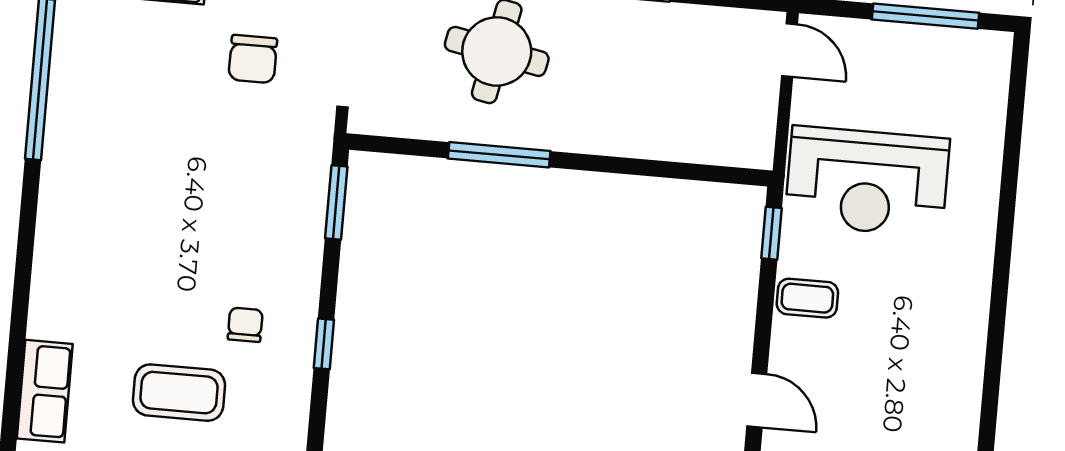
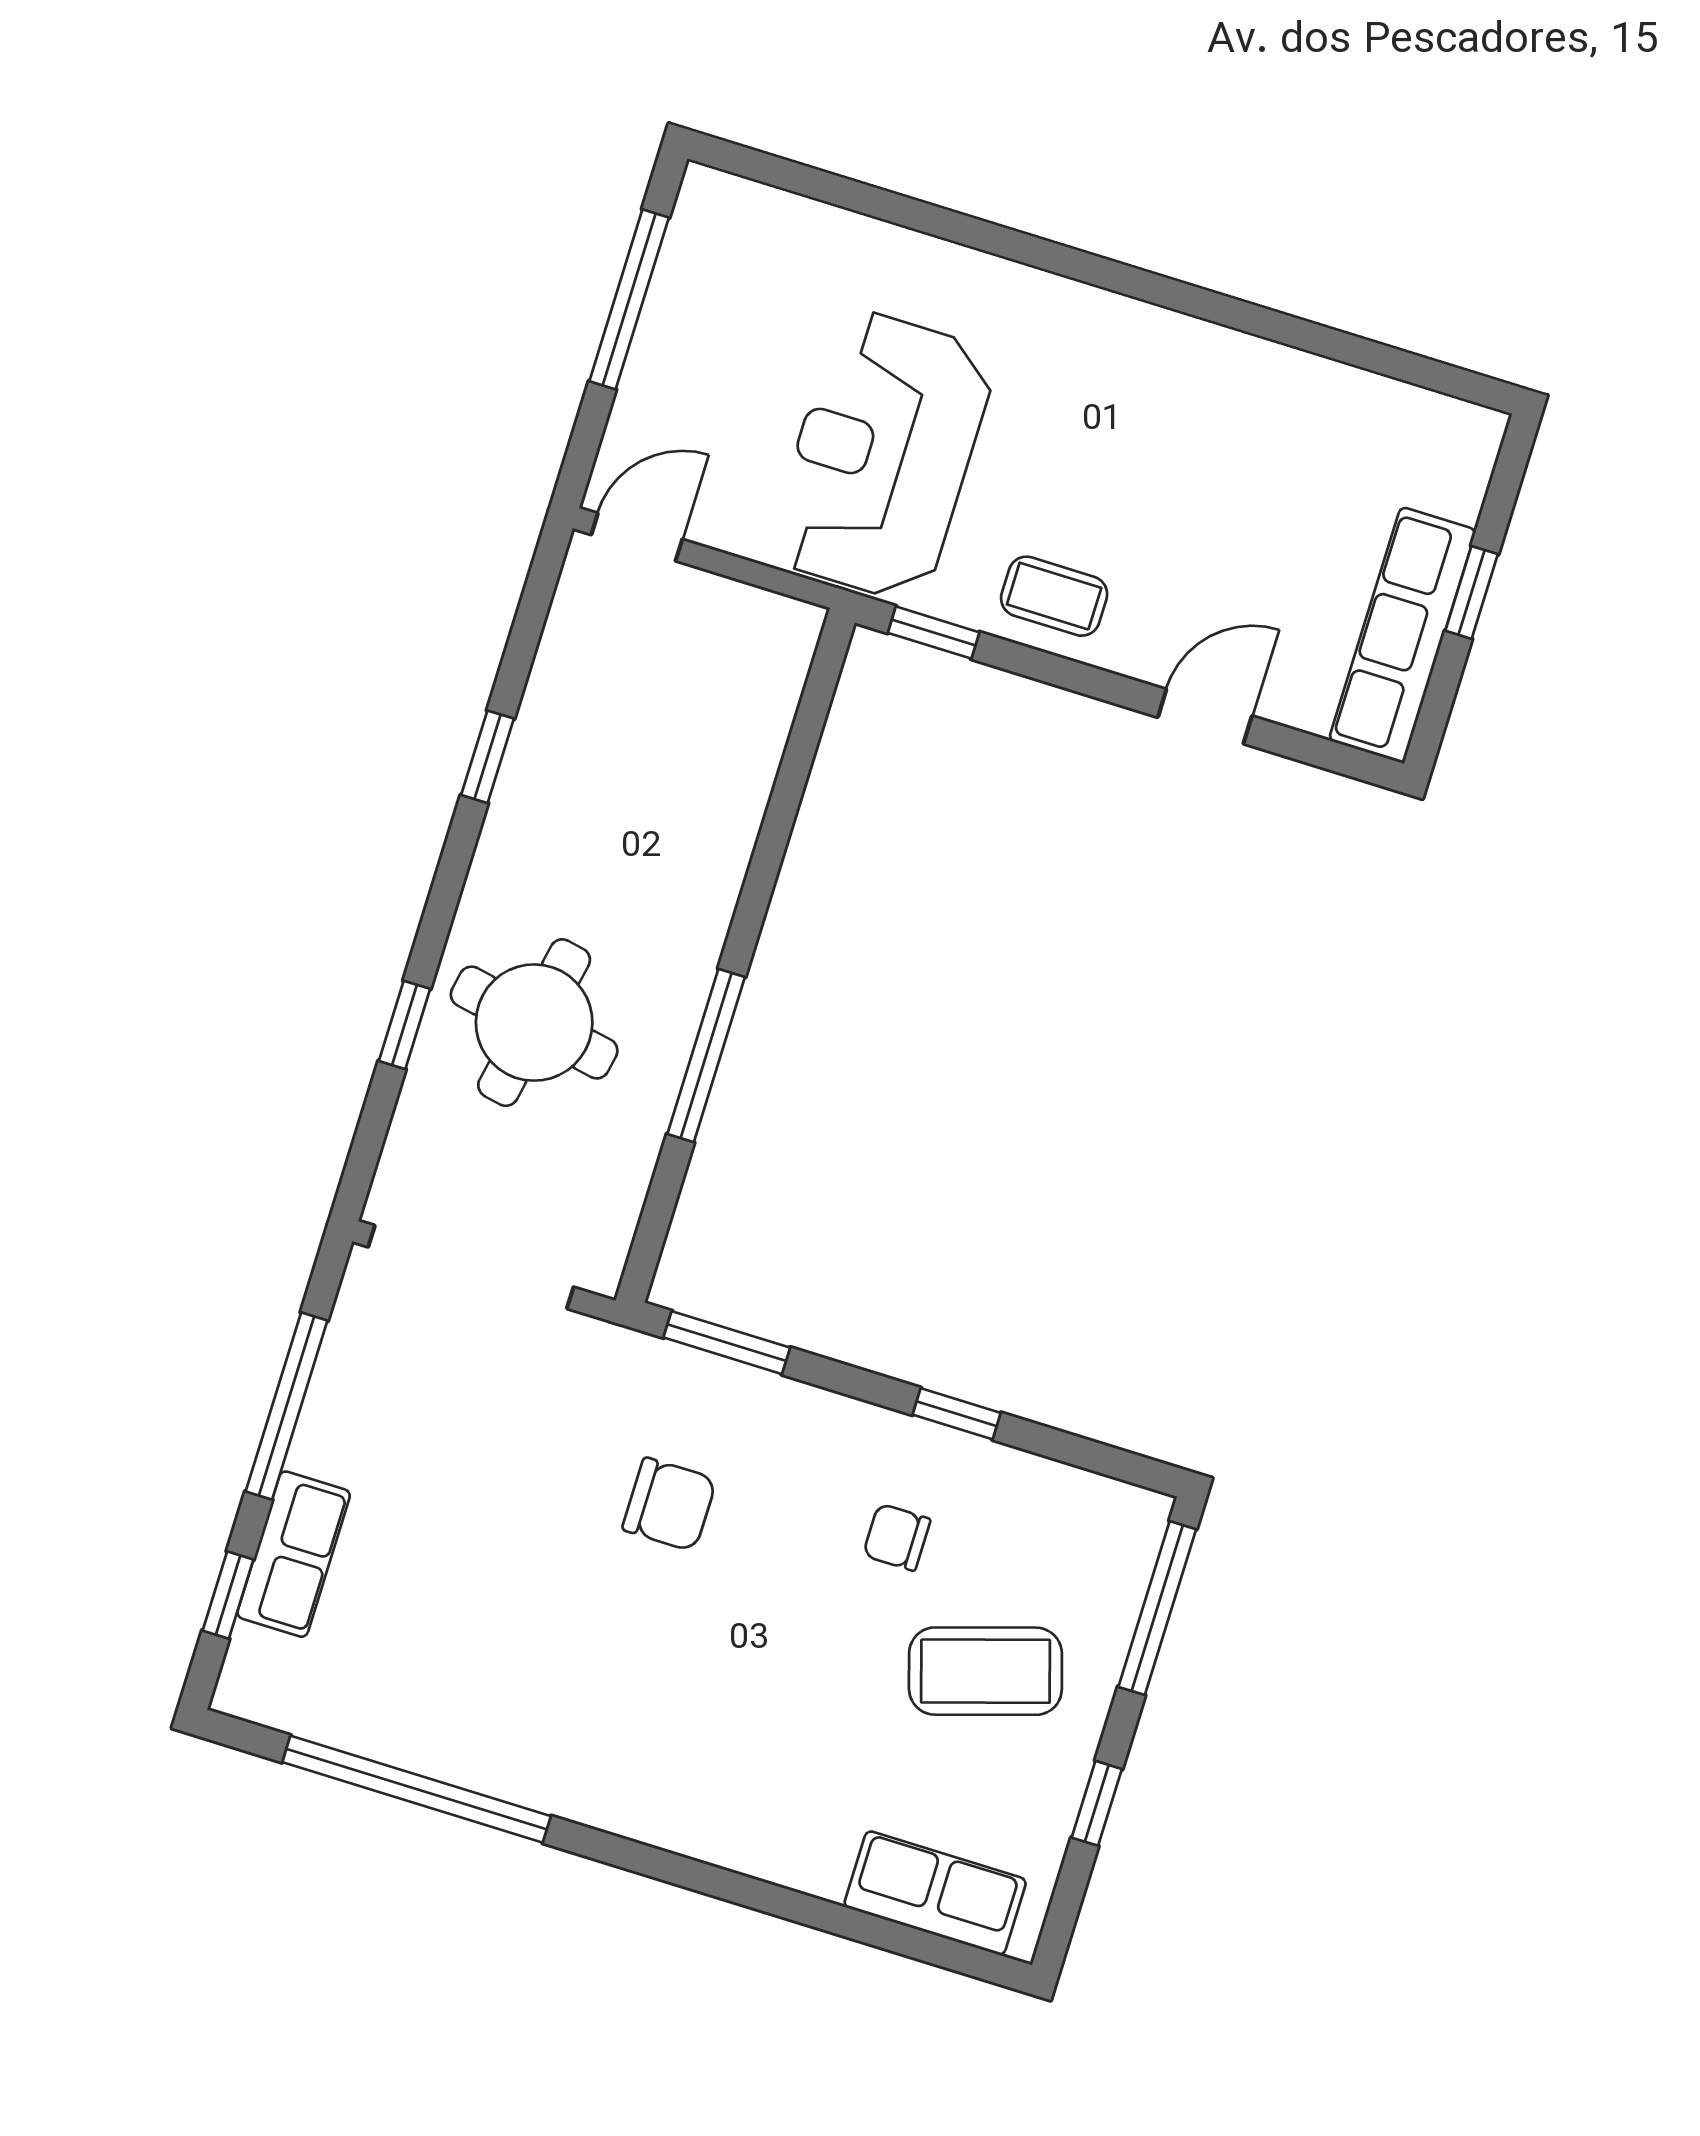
chair: (253, 59) -> (669, 1504), moved
reception desk: (867, 181) -> (882, 455), turned 180
coffee table: (807, 298) -> (1054, 596), turned 90
coffee table: (179, 393) -> (985, 1671), turned 73

